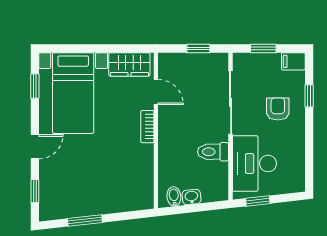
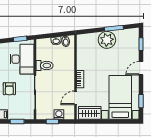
washing machine: (186, 61) -> (59, 114), added
door: (156, 92) -> (75, 98), hinge flipped
plant: (98, 199) -> (107, 40), added

